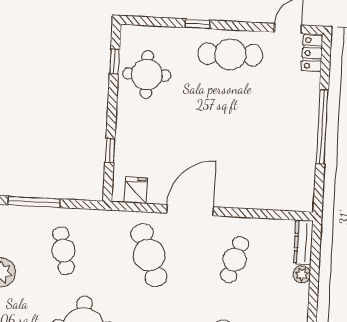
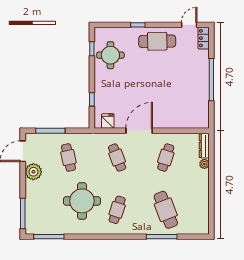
cafe table: (149, 255) -> (117, 158), width x0.73, depth x0.74

